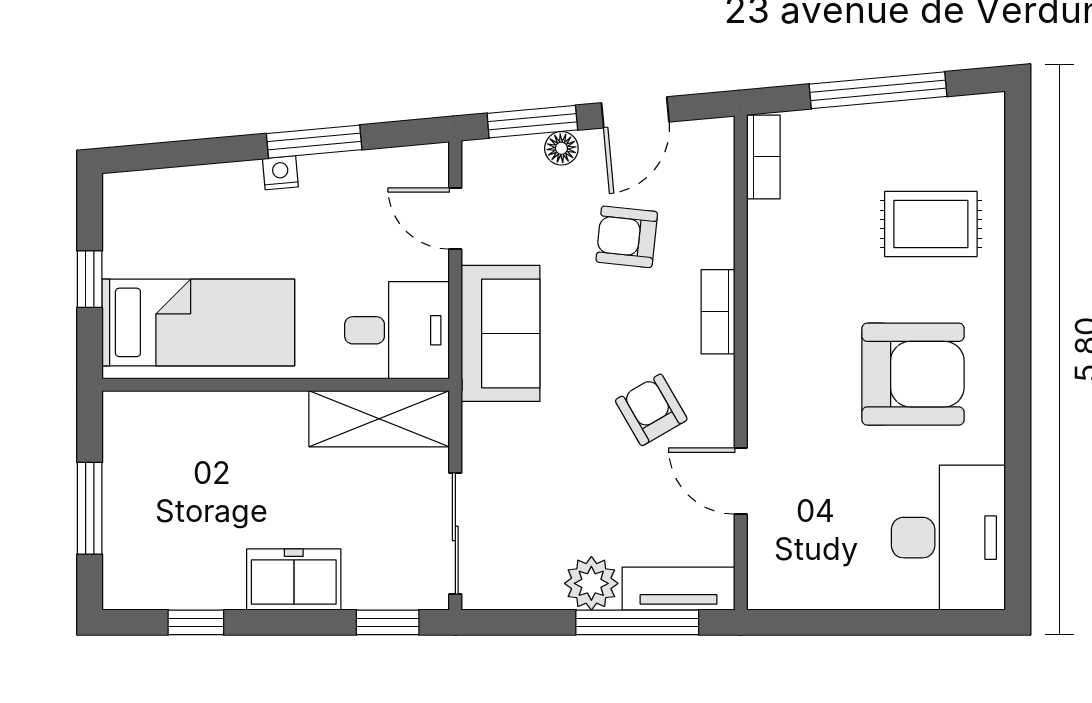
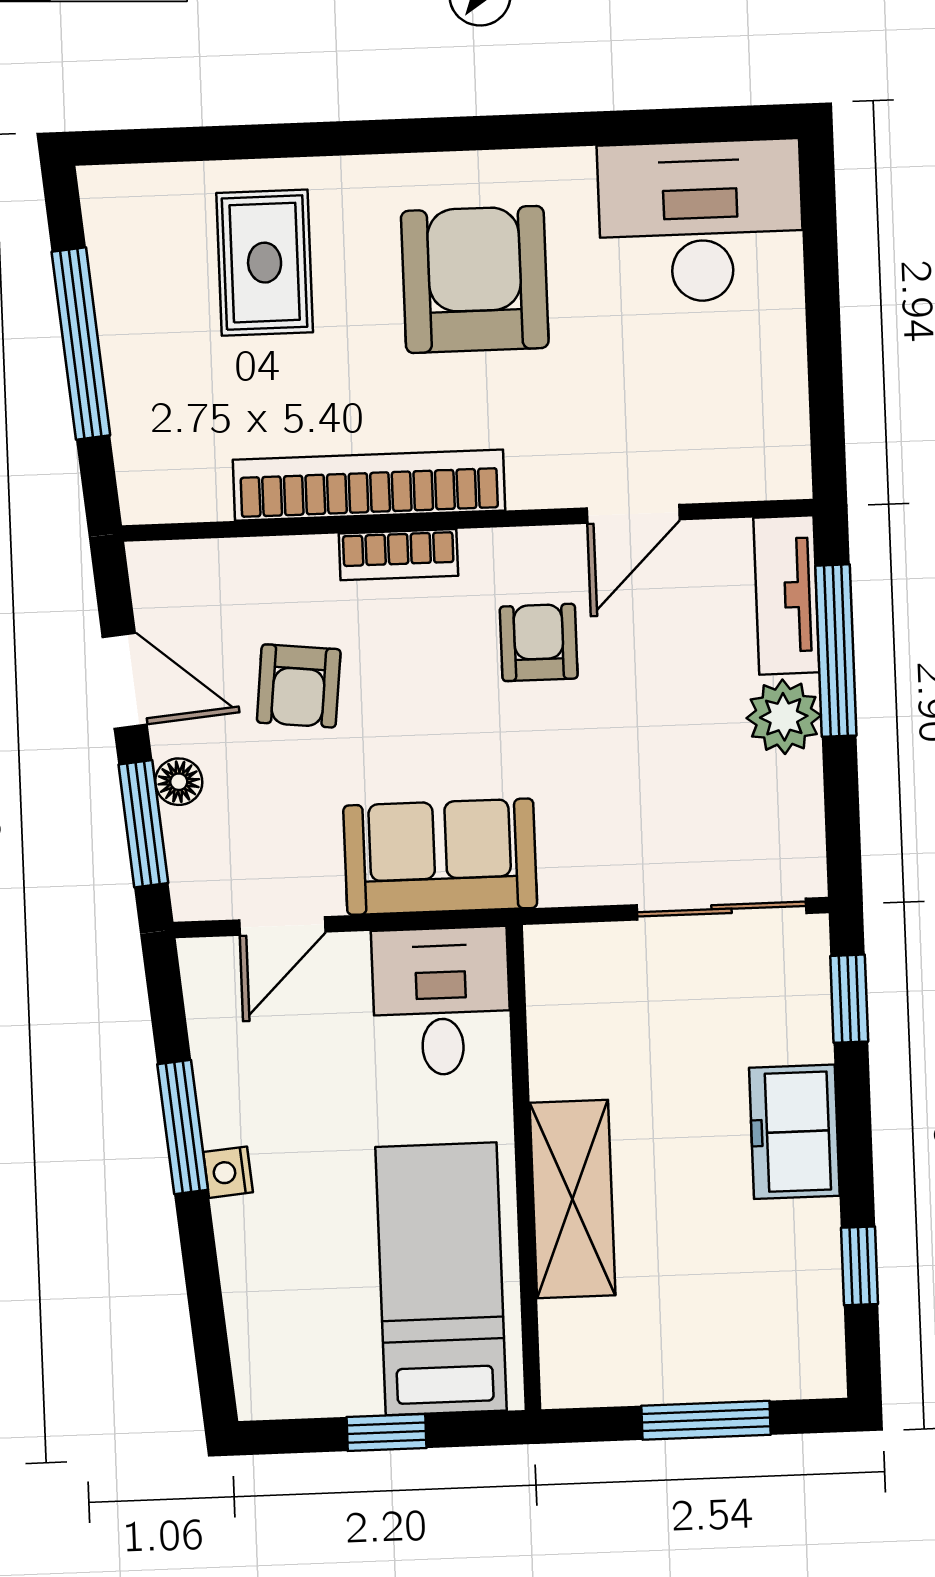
bookcase: (763, 157) -> (369, 485), moved, width x2.31, depth x1.31
armchair: (651, 410) -> (539, 642), turned 120
shelving: (379, 419) -> (572, 1199), moved

